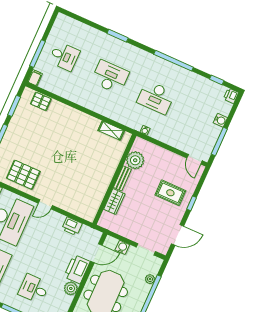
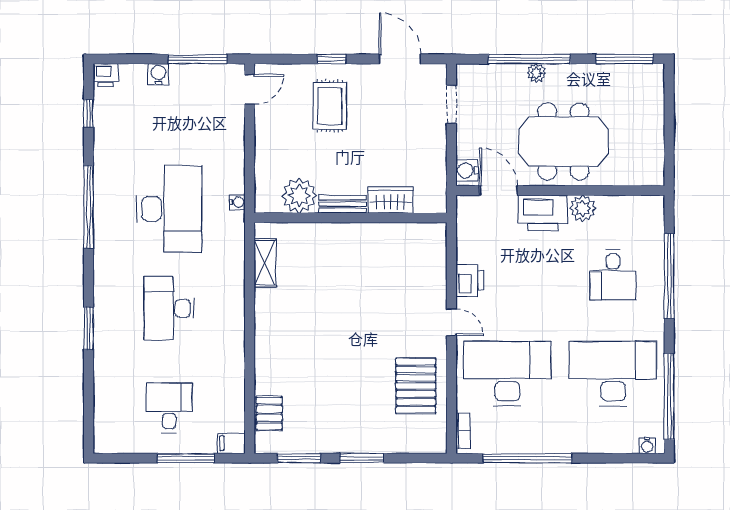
desk: (156, 97) -> (169, 209), width x1.36, depth x1.30
printer: (72, 226) -> (470, 280), moved
water cooler: (122, 247) -> (467, 170), moved
plant: (150, 279) -> (536, 73), moved

